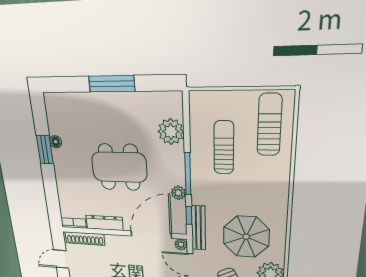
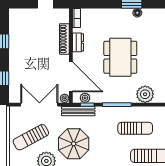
plant: (178, 193) -> (85, 98), moved
dresser: (105, 223) -> (78, 42), width x0.70
shoe rack: (85, 239) -> (64, 39), moved

